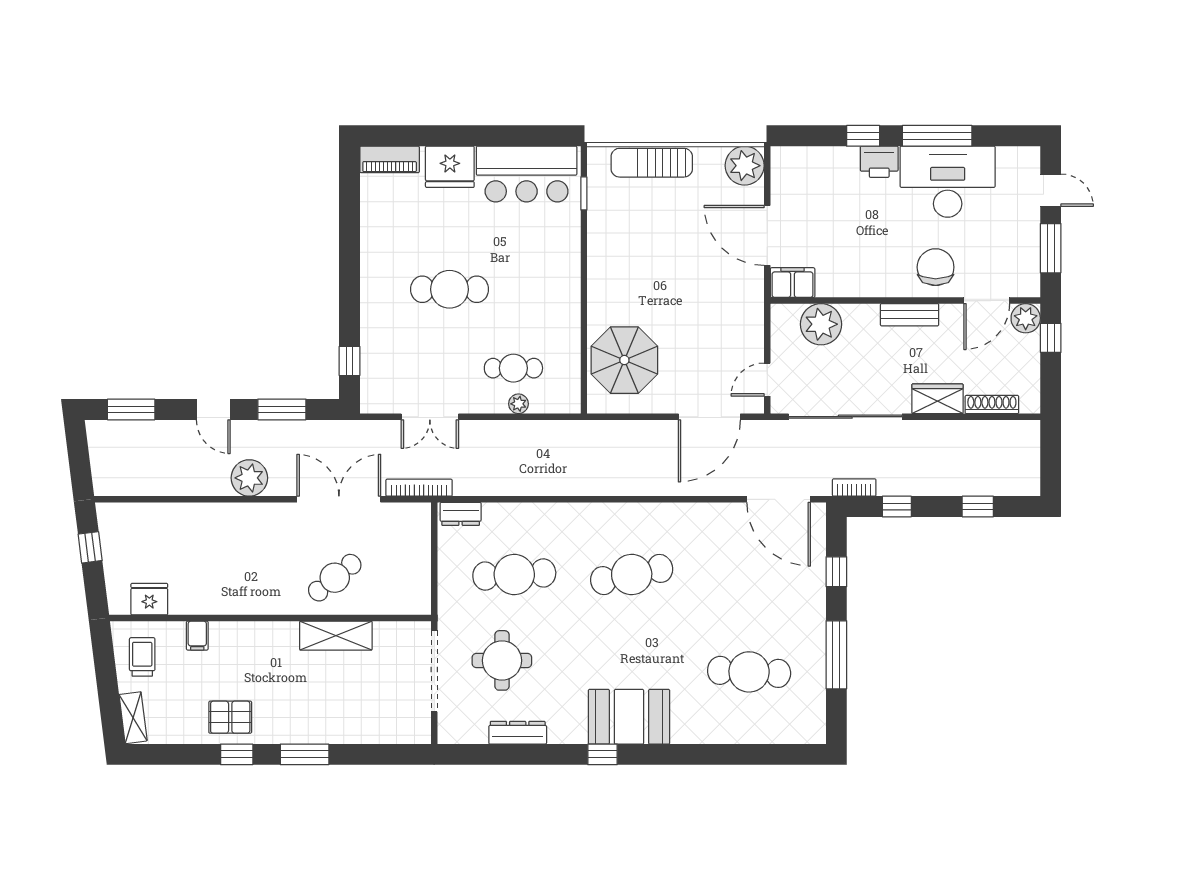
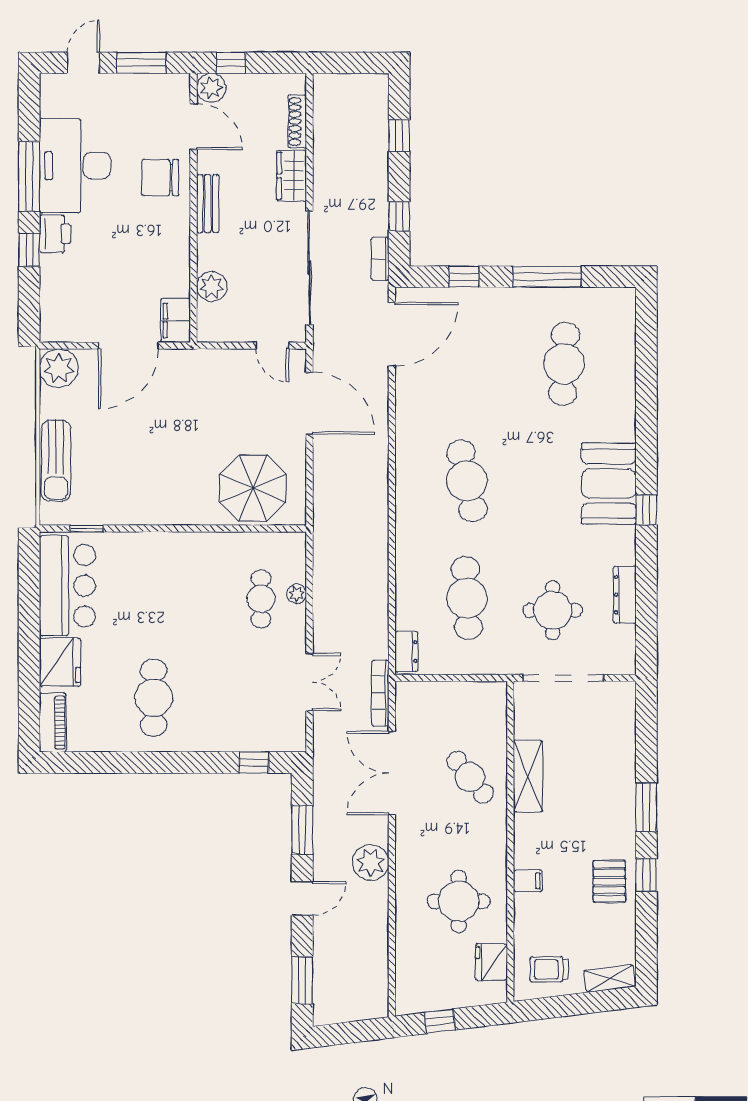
cafe table: (450, 289) -> (154, 698), moved
plant: (821, 324) -> (212, 286), width x0.73, depth x0.73
round table: (210, 566) -> (459, 901), added
filing cabinet: (197, 636) -> (528, 881), moved

